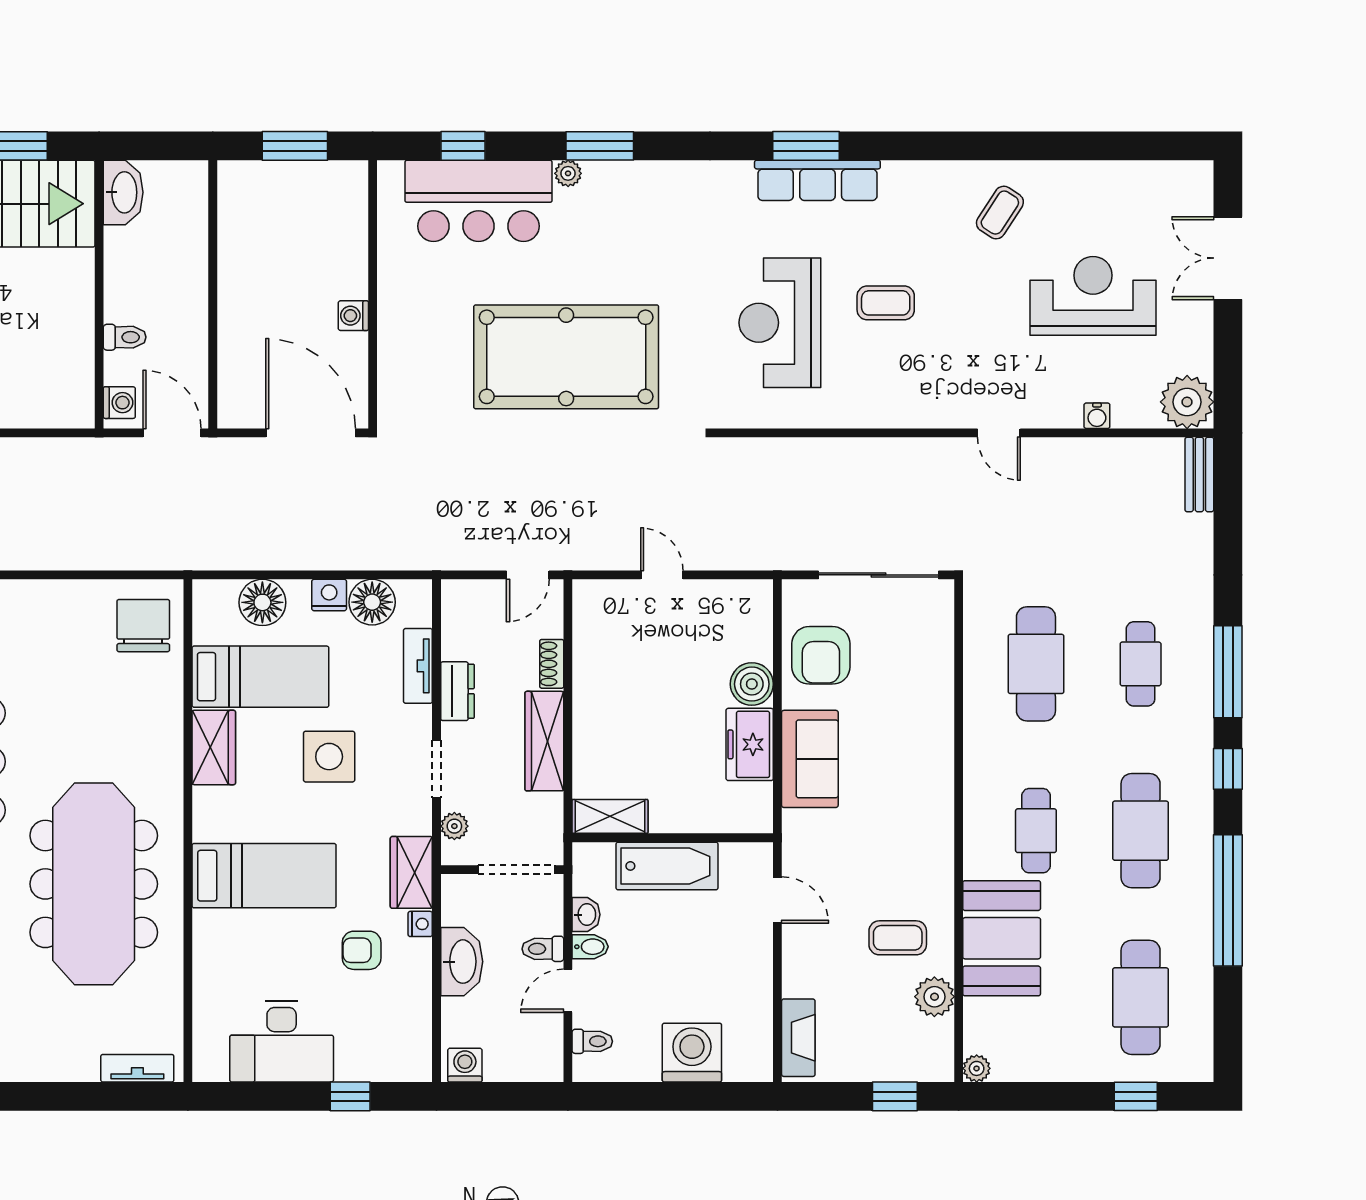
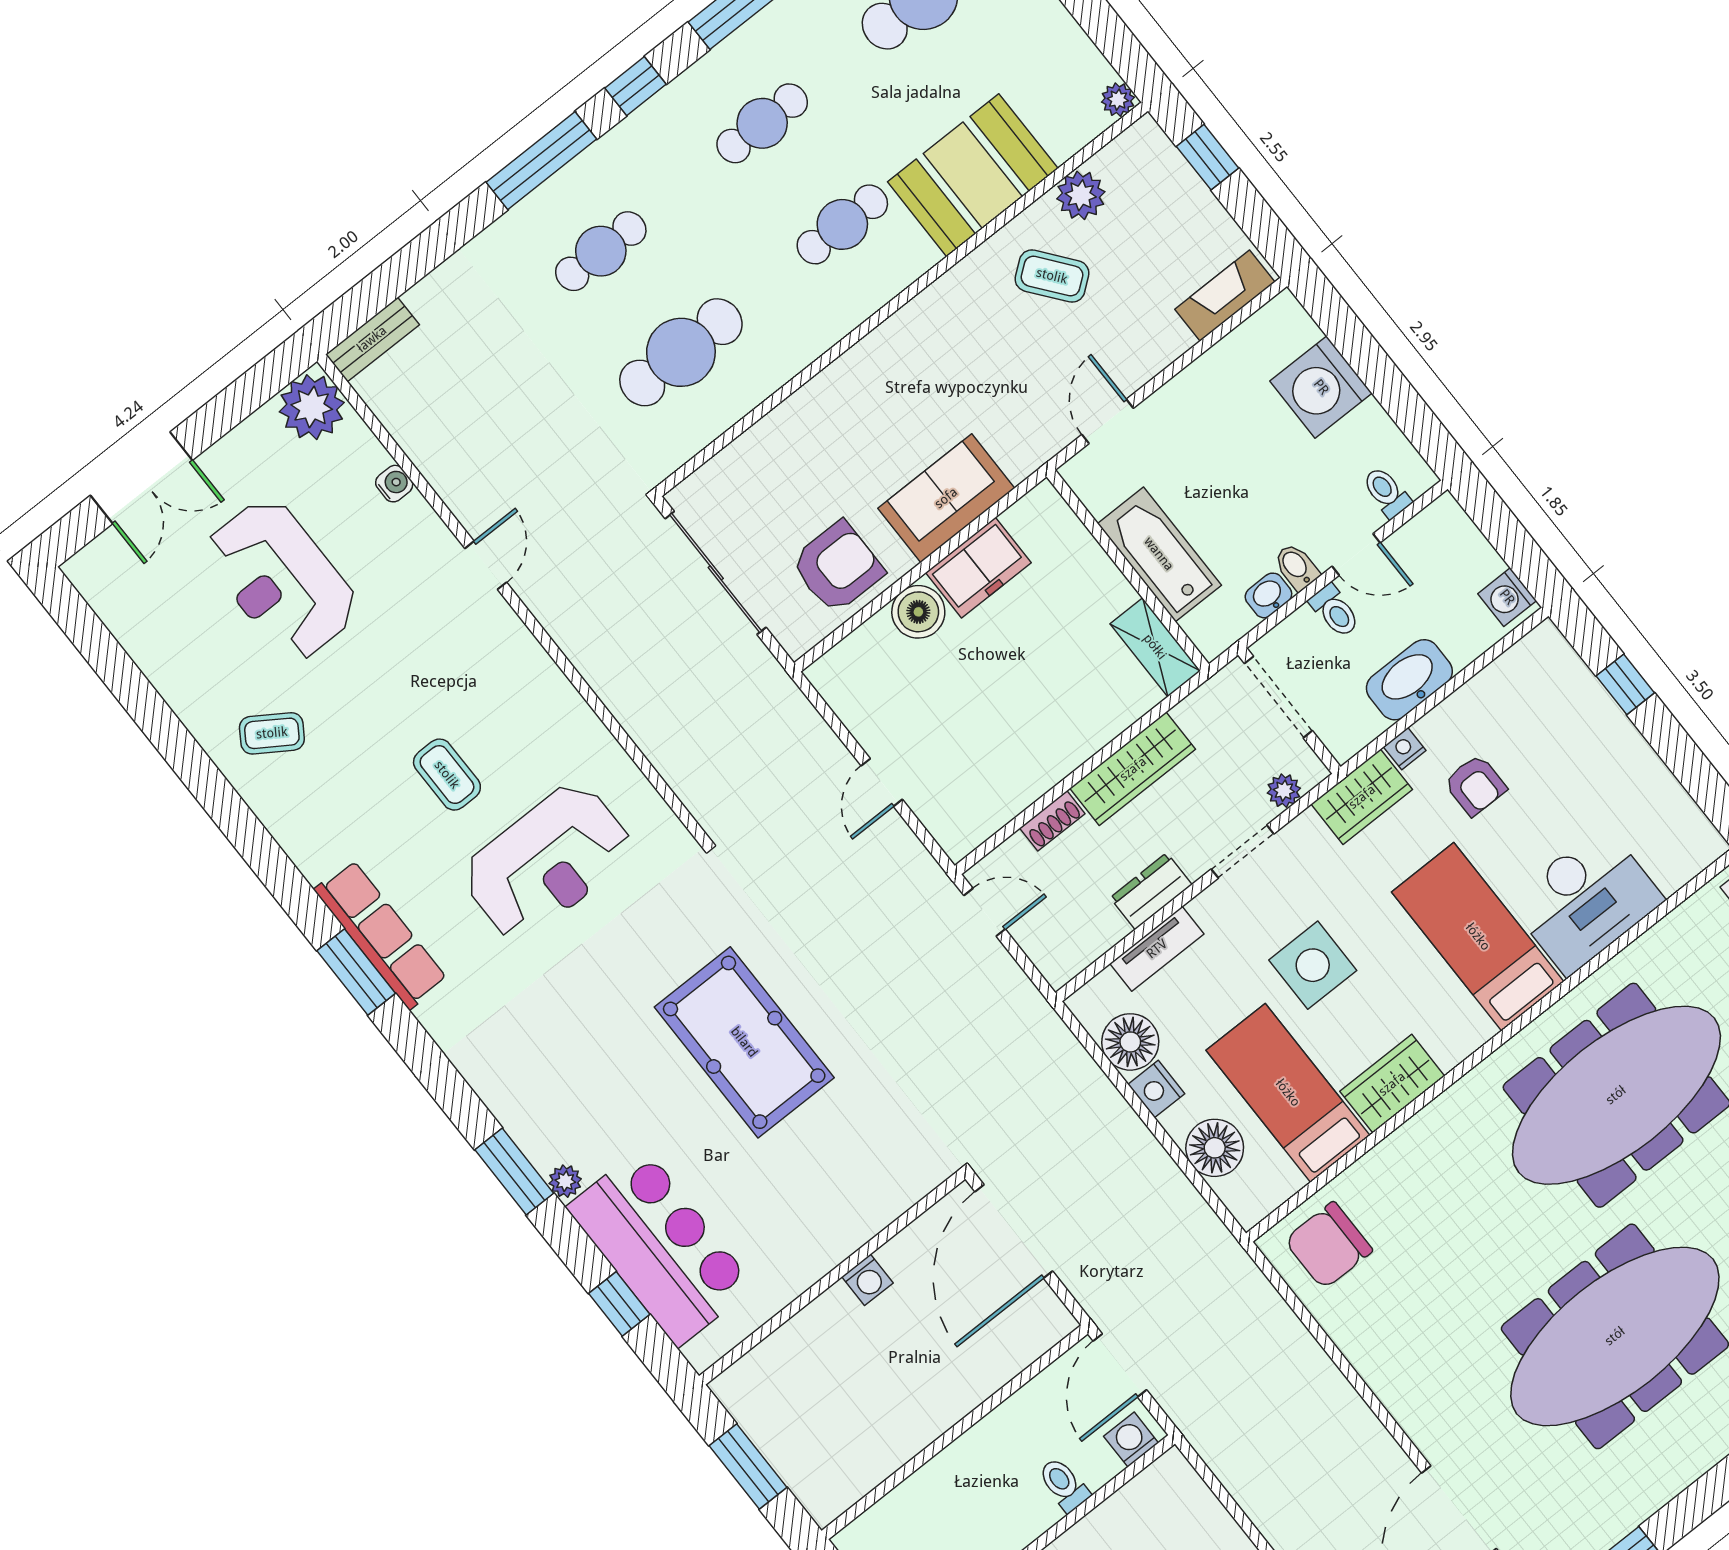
pool table: (566, 357) -> (744, 1042), width x0.73, depth x0.76
cafe table: (1141, 831) -> (762, 123), width x0.73, depth x0.74
coffee table: (898, 938) -> (1052, 276), turned -38
desk: (282, 1042) -> (1586, 900), moved, turned 90

